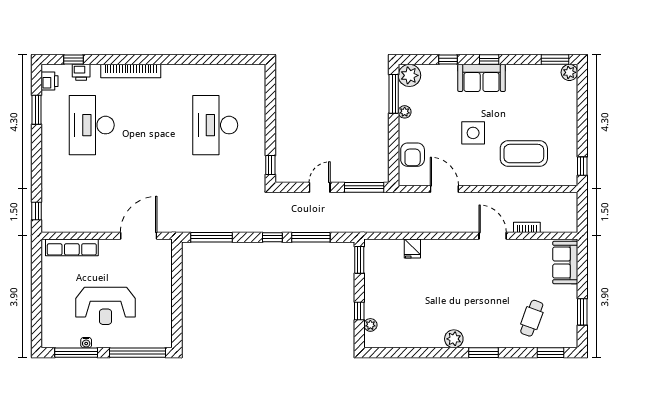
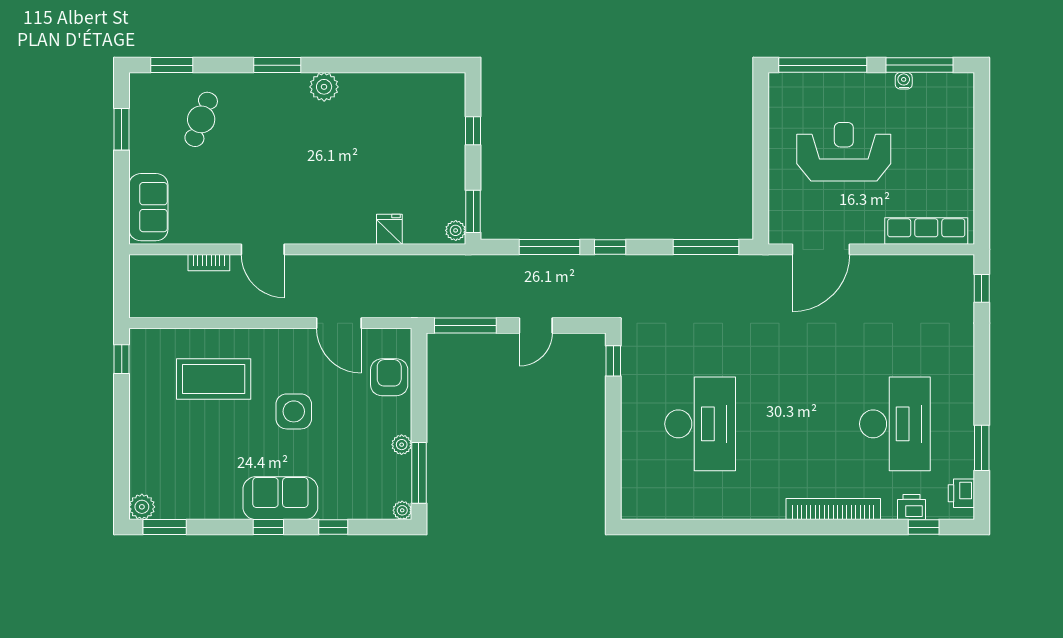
plant: (409, 75) -> (402, 510), width x0.53, depth x0.53
reception desk: (106, 306) -> (844, 152), moved
plant: (370, 325) -> (456, 230), moved

